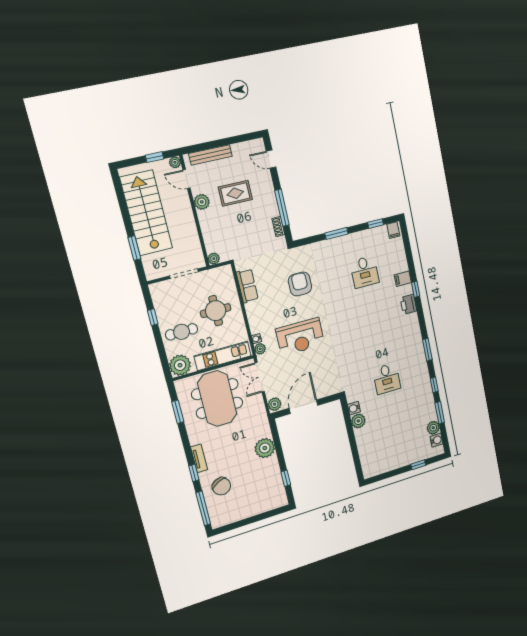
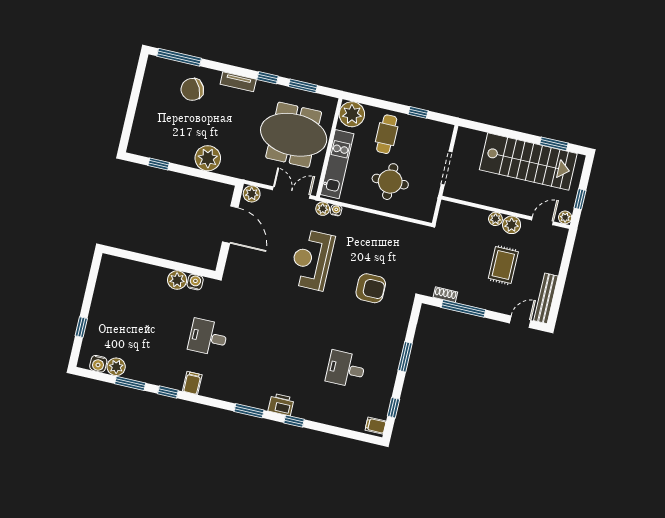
bench: (210, 155) -> (546, 298), moved
window: (134, 248) -> (554, 144), moved
plant: (214, 259) -> (495, 219), moved
filing cabinet: (403, 279) -> (192, 383), moved
row of seats: (247, 286) -> (399, 229), removed
window: (427, 350) -> (249, 411), moved
window: (194, 473) -> (268, 78), moved

